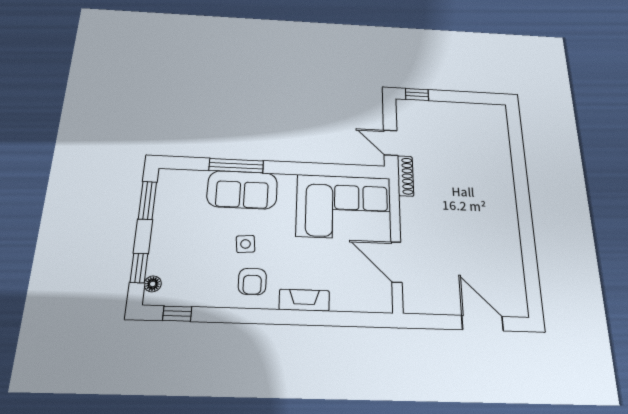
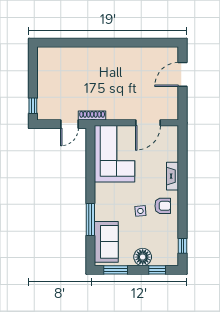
sofa: (242, 190) -> (106, 242), moved
floor lamp: (153, 284) -> (143, 257), moved, width x1.89, depth x1.89

